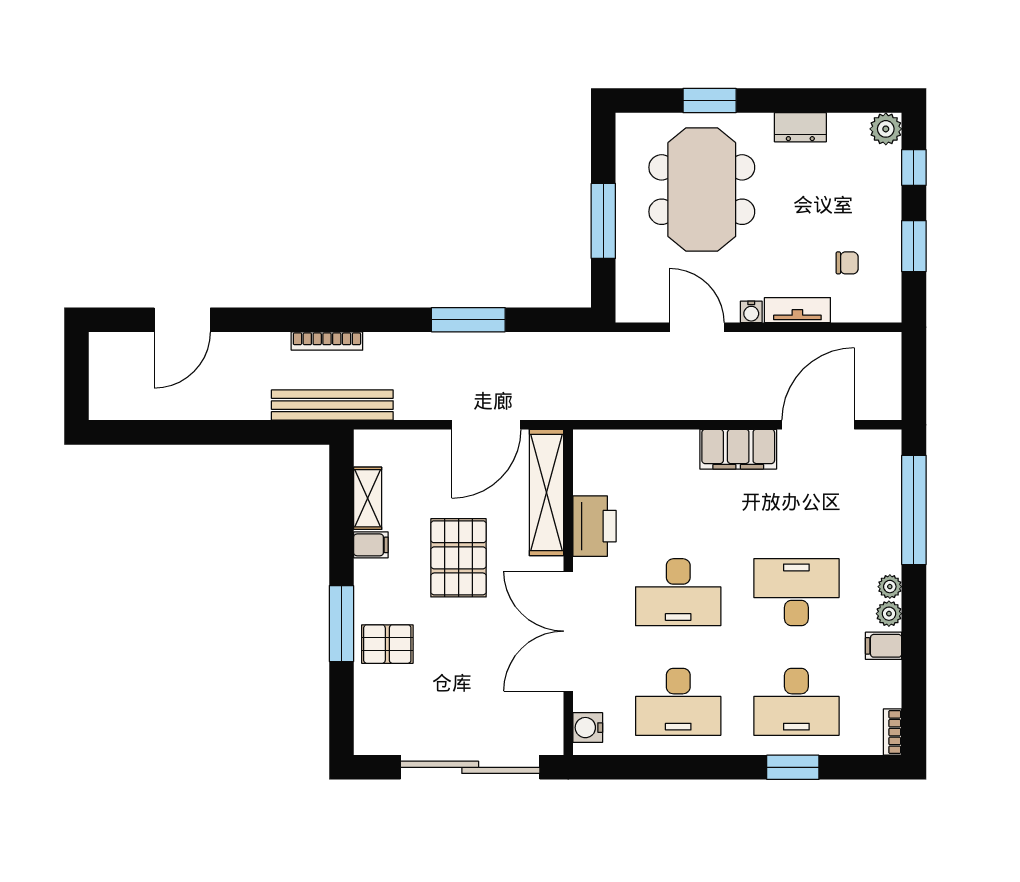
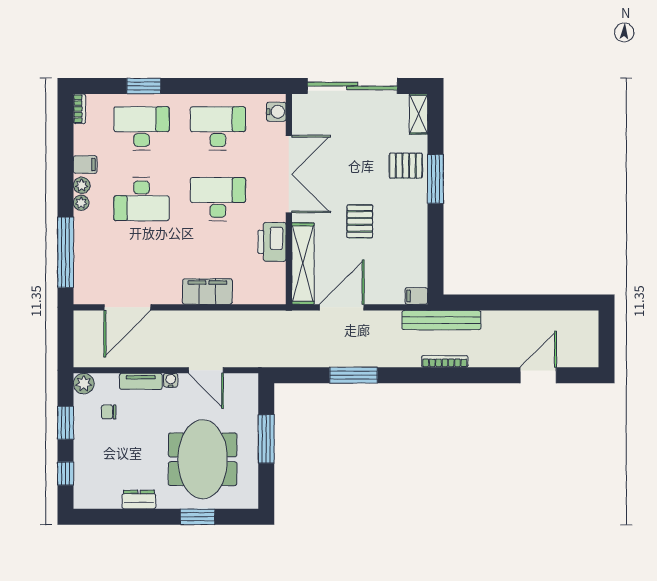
plant: (886, 129) -> (84, 384), moved
filing cabinet: (738, 449) -> (207, 292), moved
shelving: (368, 498) -> (418, 114), moved
filing cabinet: (371, 545) -> (416, 296), moved
pallet: (459, 558) -> (360, 221), width x0.67, depth x0.71

